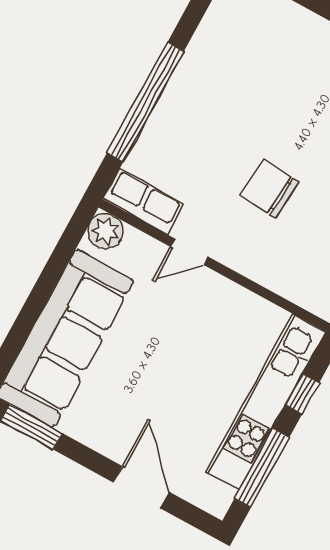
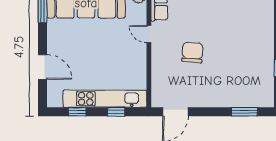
window: (262, 468) -> (77, 112), width x0.46
door: (141, 487) -> (42, 67), hinge flipped

